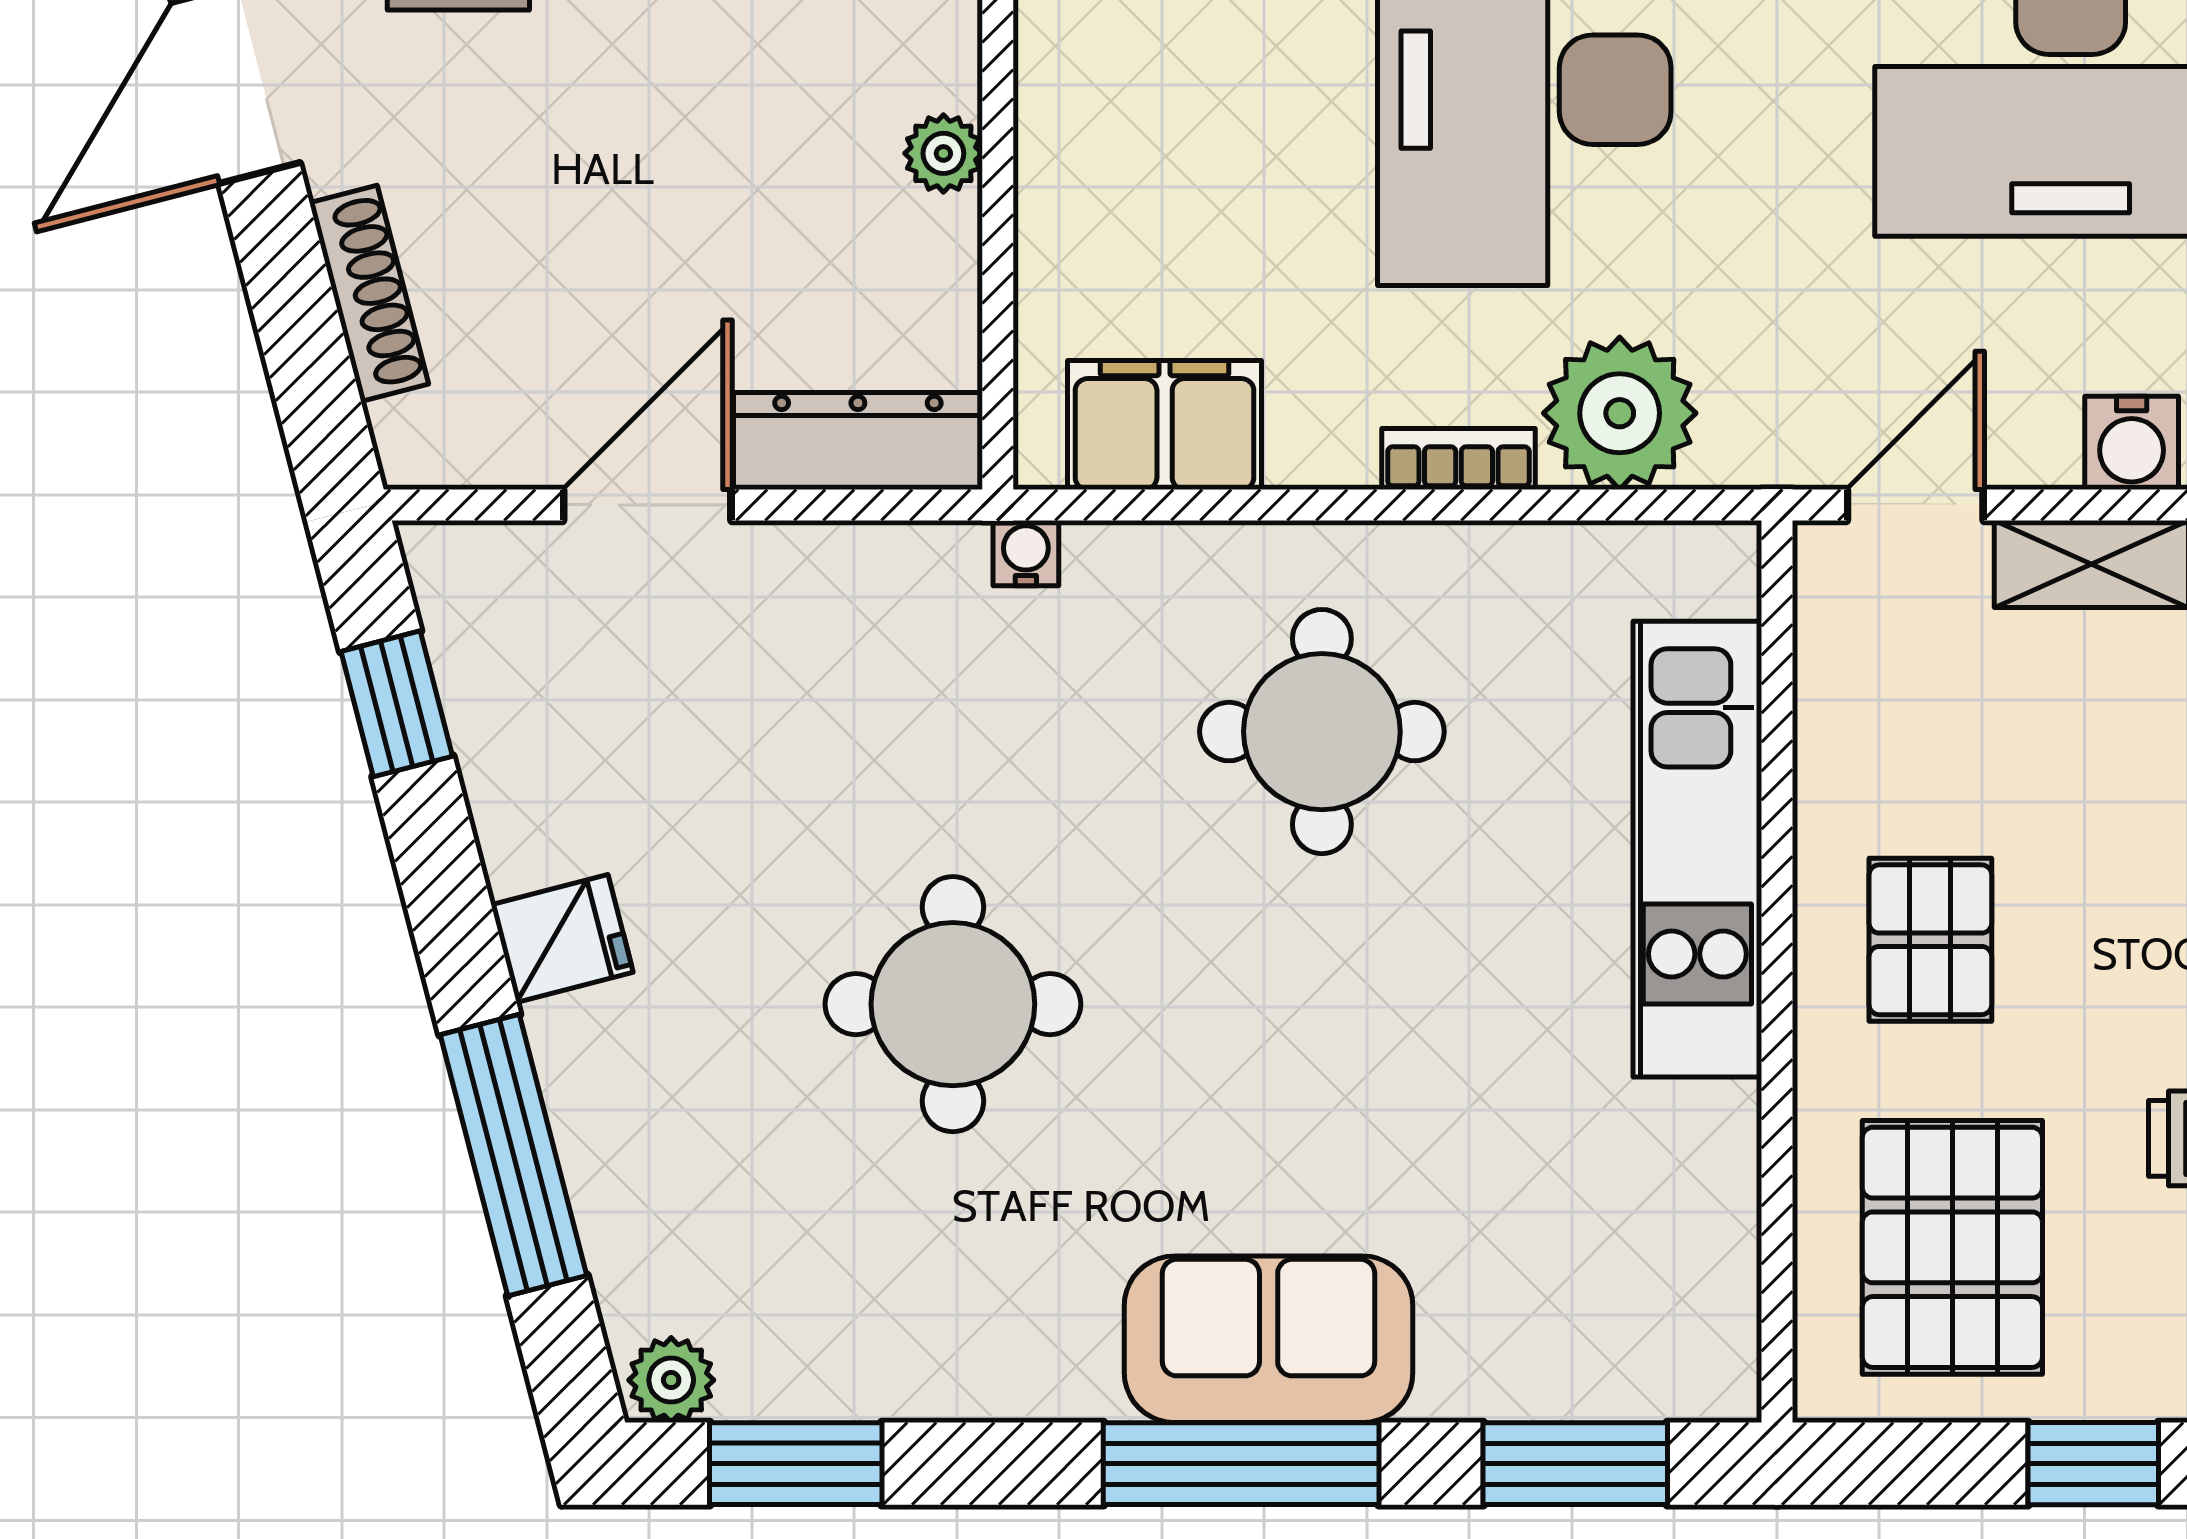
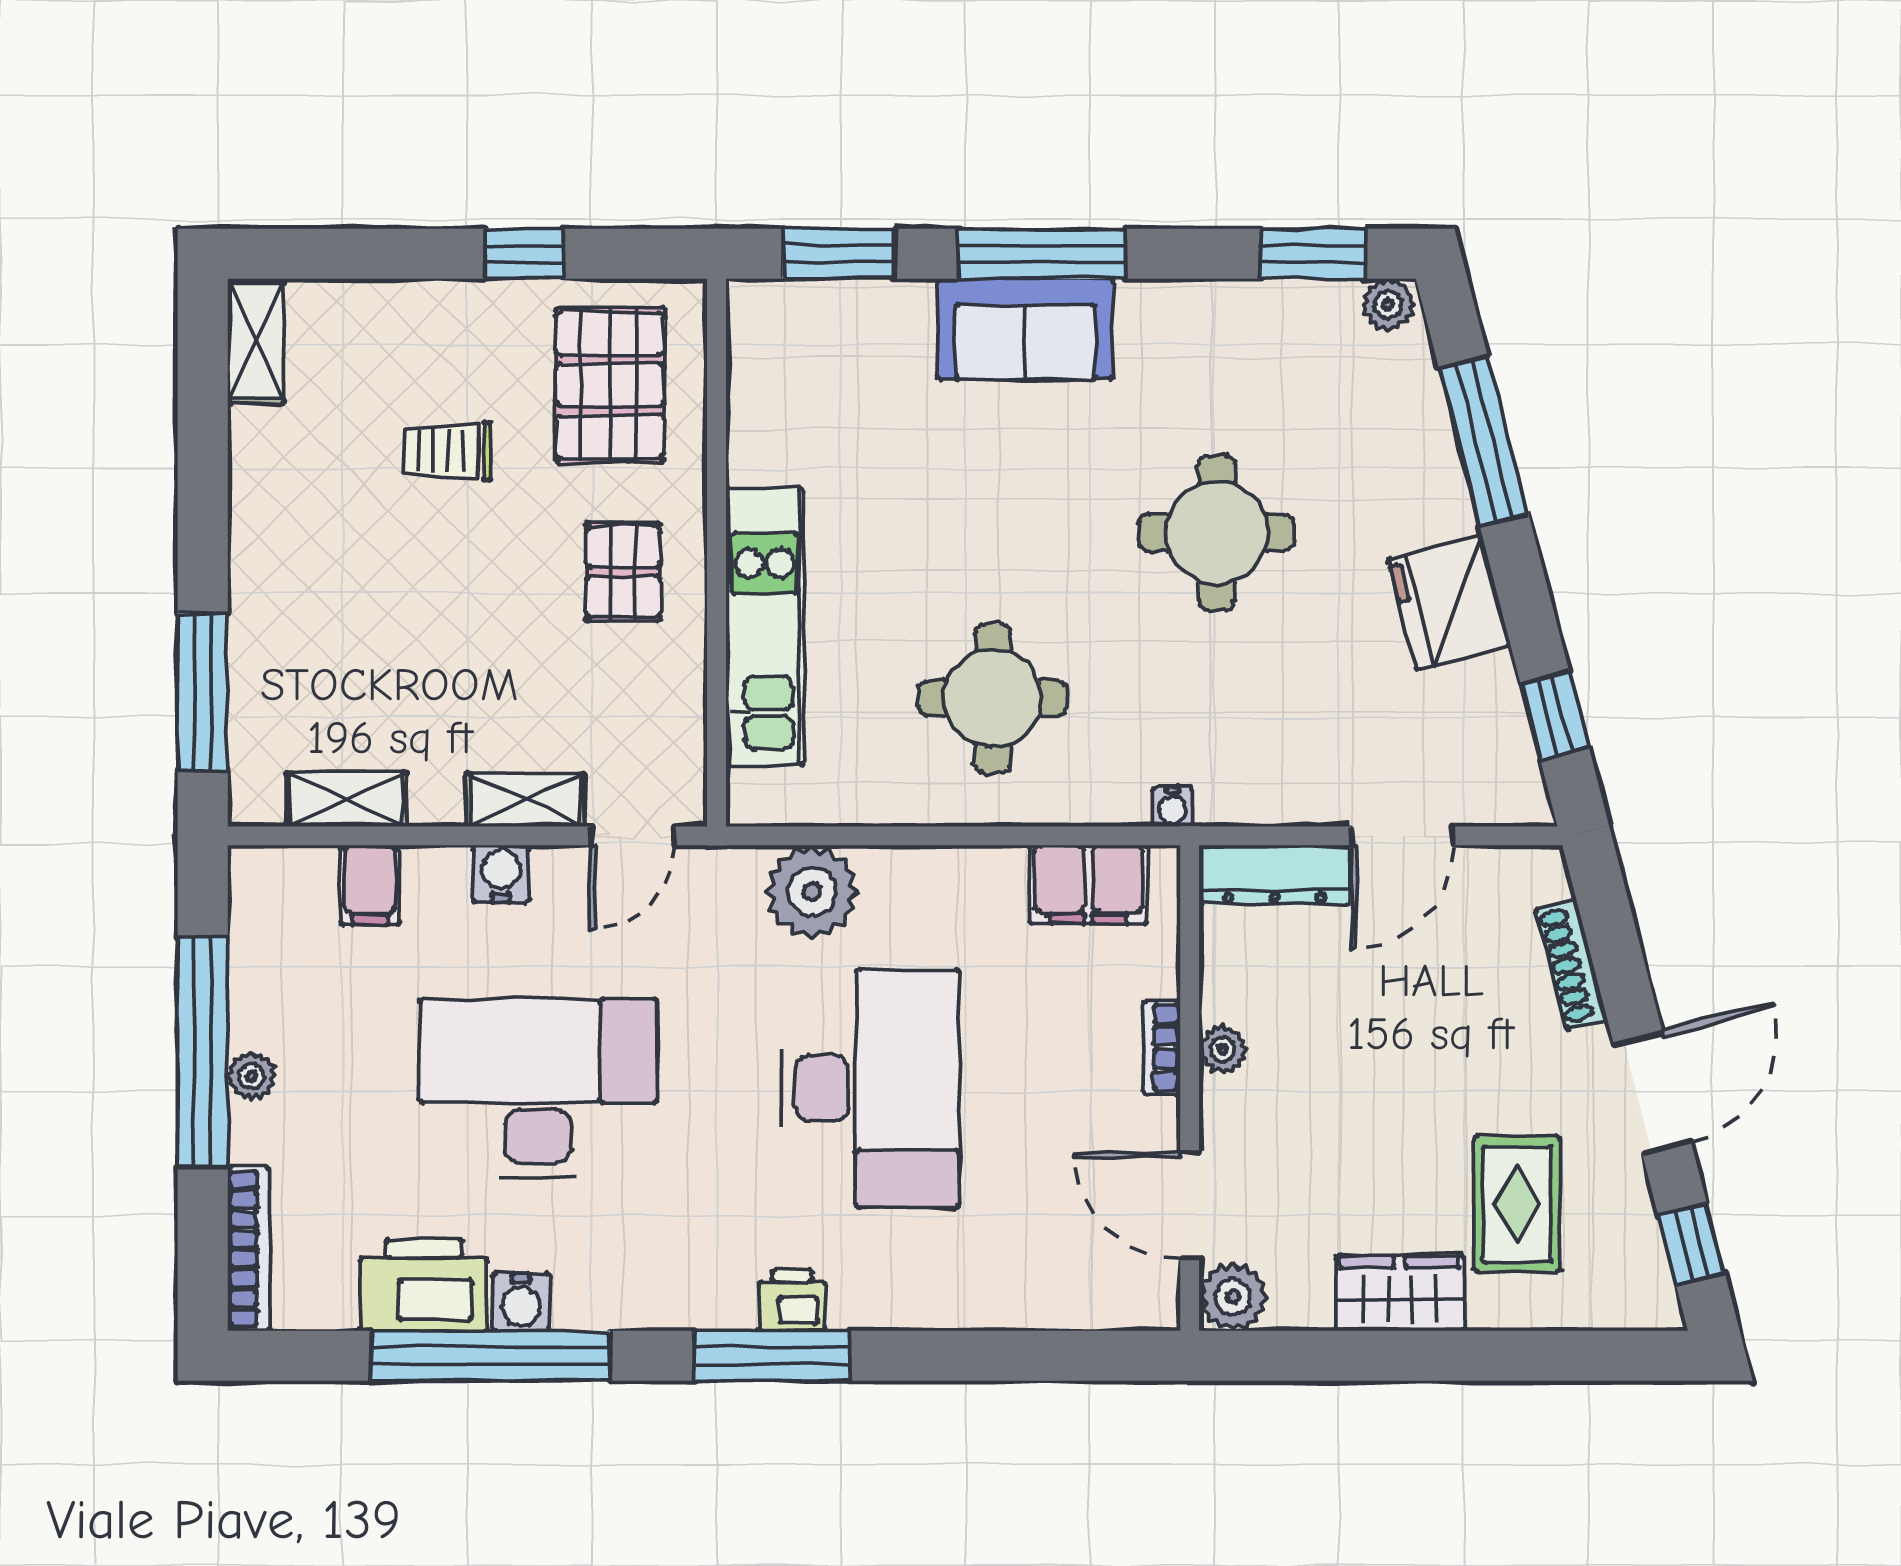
bookcase: (1459, 459) -> (1162, 1048), moved, turned 90
fridge: (562, 938) -> (1449, 602), width x1.88, depth x1.34

